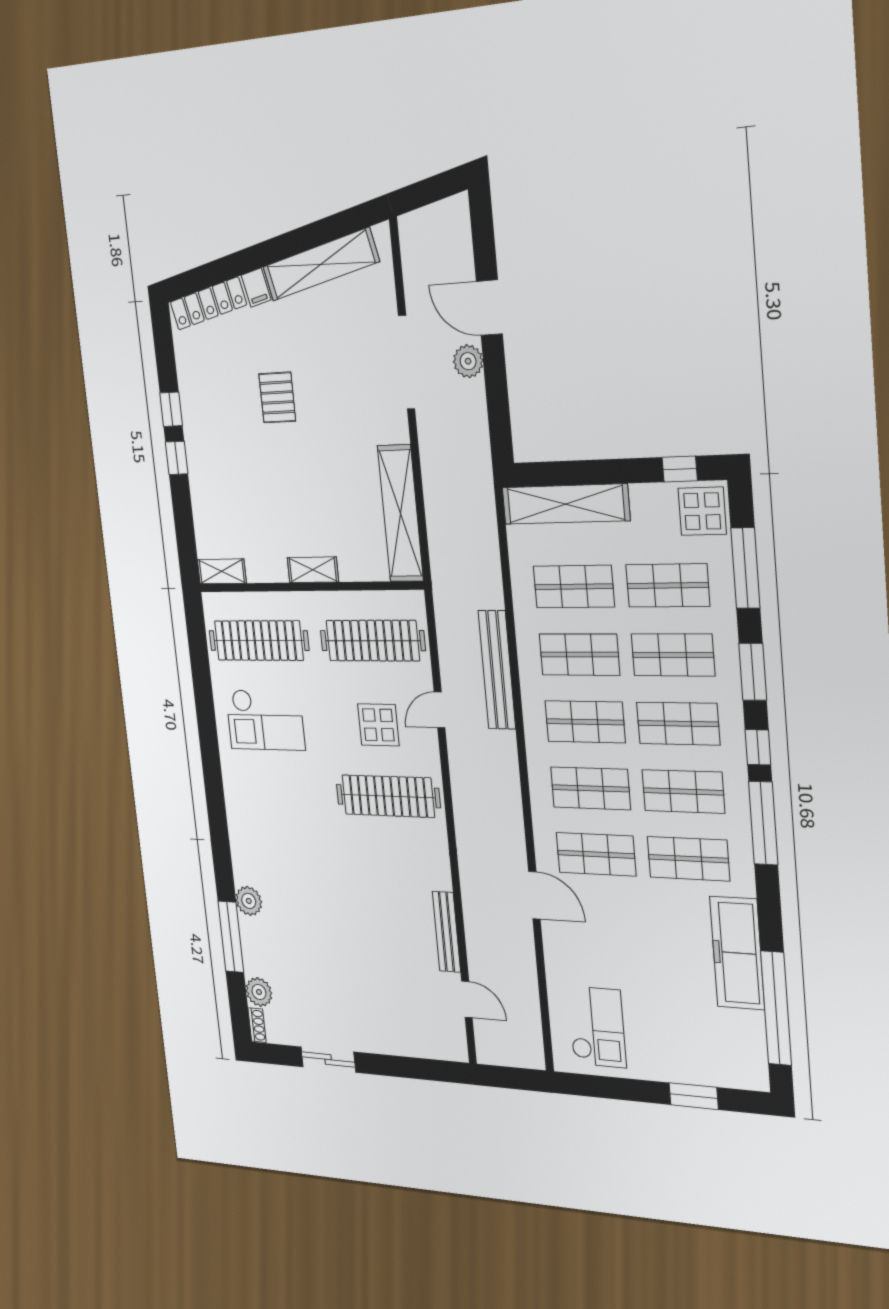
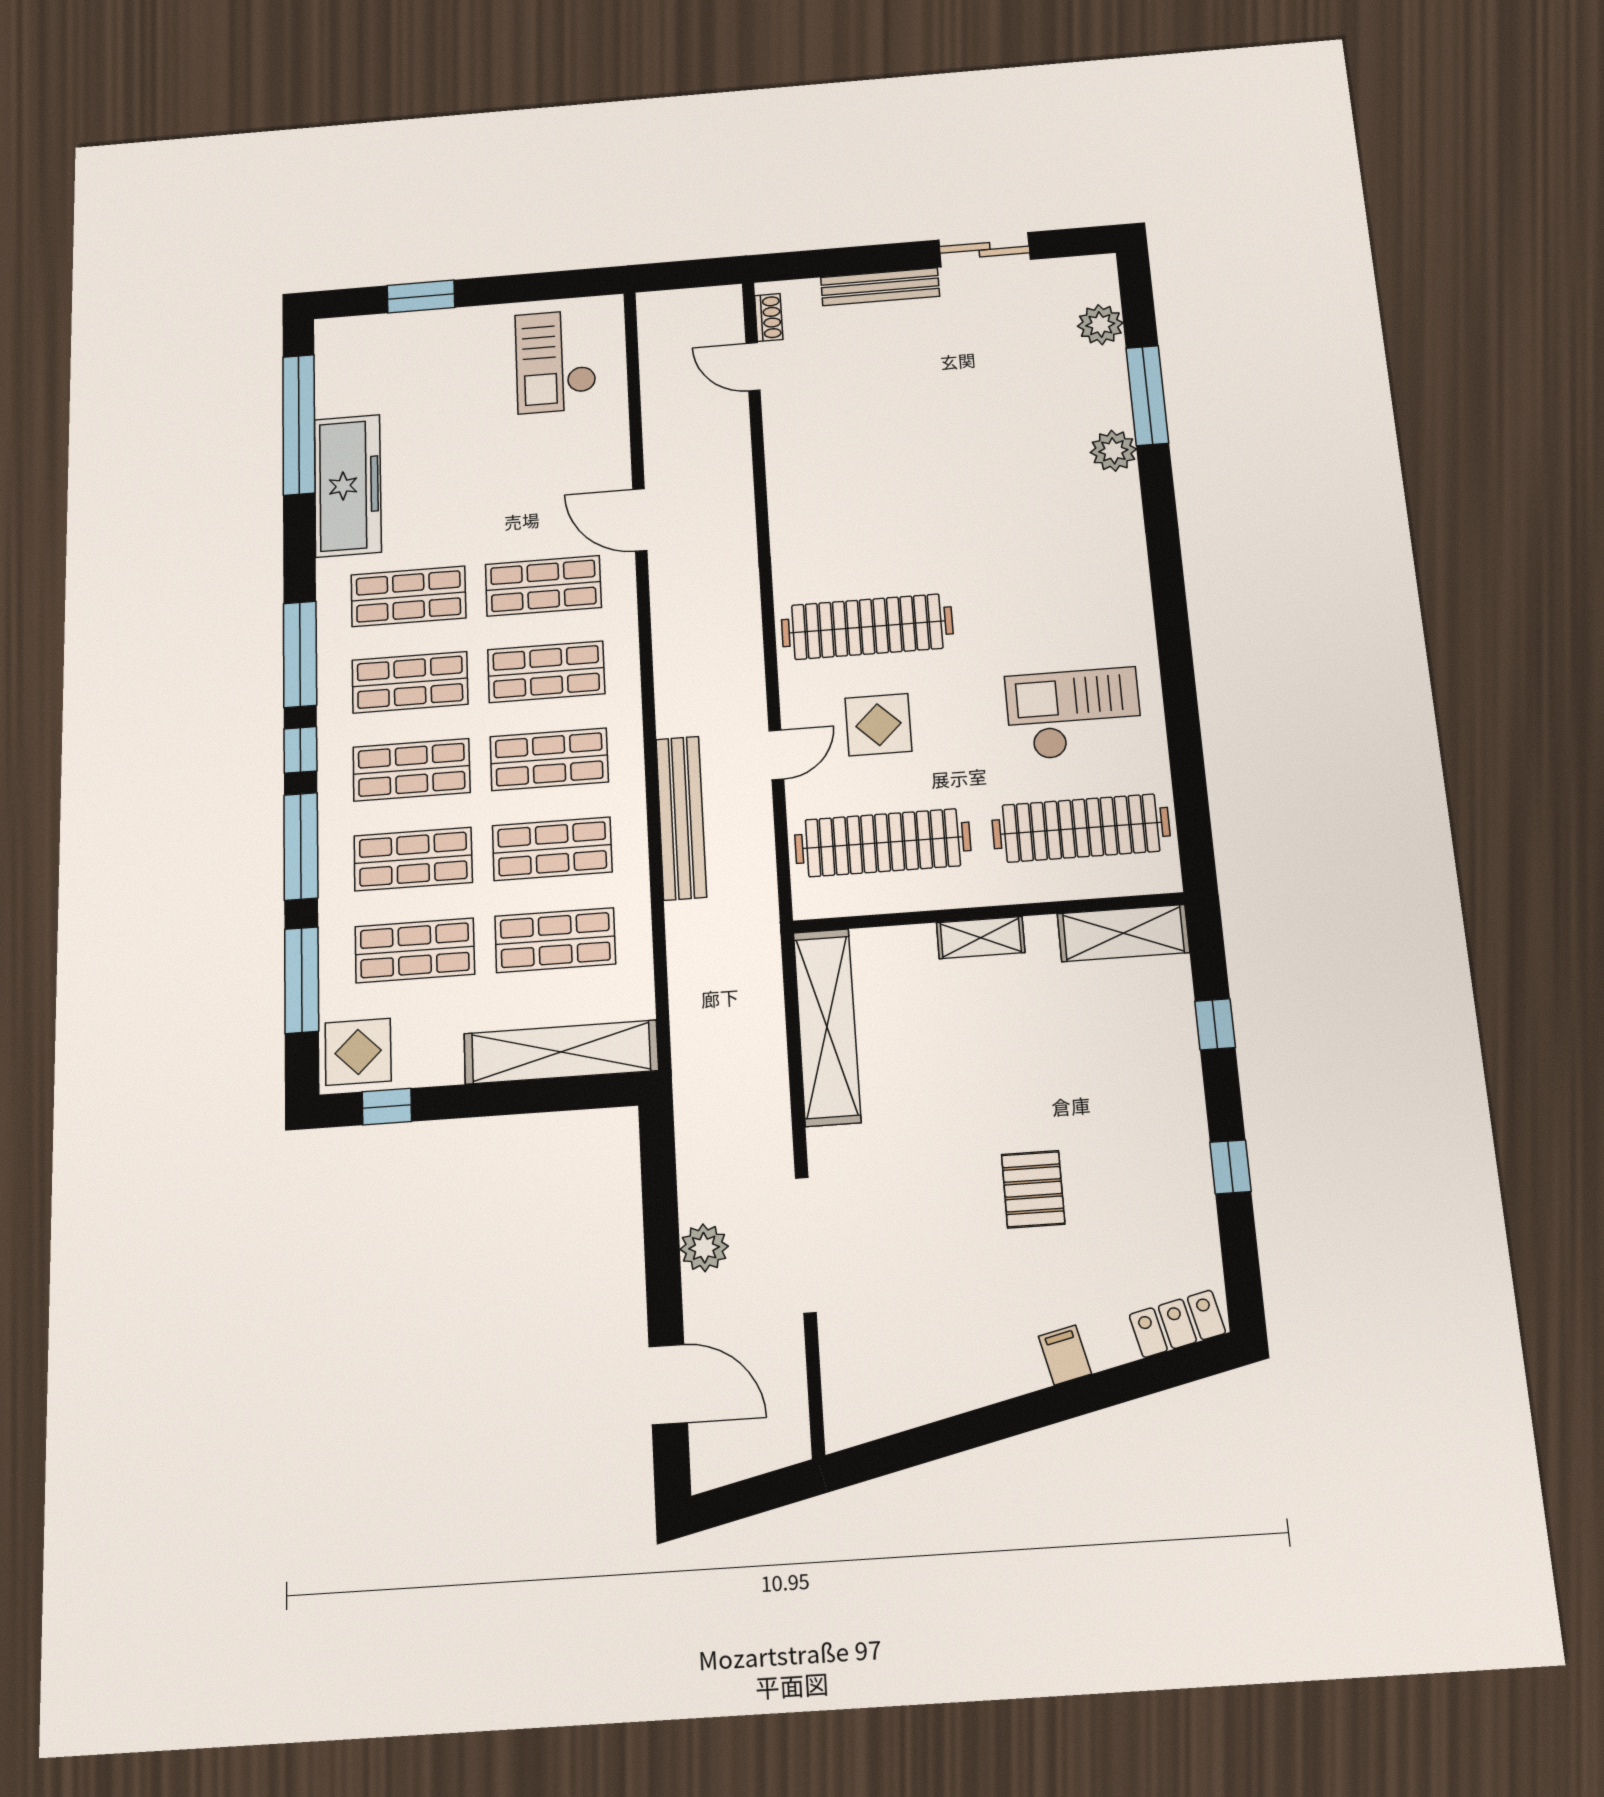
shelving: (321, 264) -> (947, 1389), removed
locker: (208, 303) -> (1177, 1324), width x0.66
door: (489, 308) -> (668, 1384), moved
window: (177, 458) -> (1215, 1024), moved
shelving: (222, 571) -> (1123, 933), width x1.50, depth x1.33
window: (753, 672) -> (301, 846), width x1.44
bench: (446, 932) -> (880, 287), moved, turned 90
shoe rack: (257, 1025) -> (769, 317), moved, turned 180

